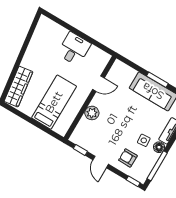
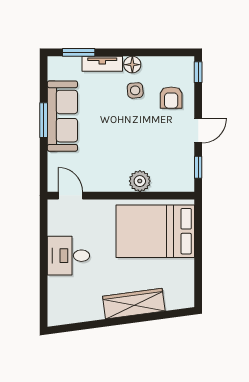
door: (98, 84) -> (70, 196), moved
wardrobe: (19, 87) -> (134, 304), moved
bed: (54, 102) -> (155, 231), width x1.50
window: (157, 166) -> (158, 52), removed

